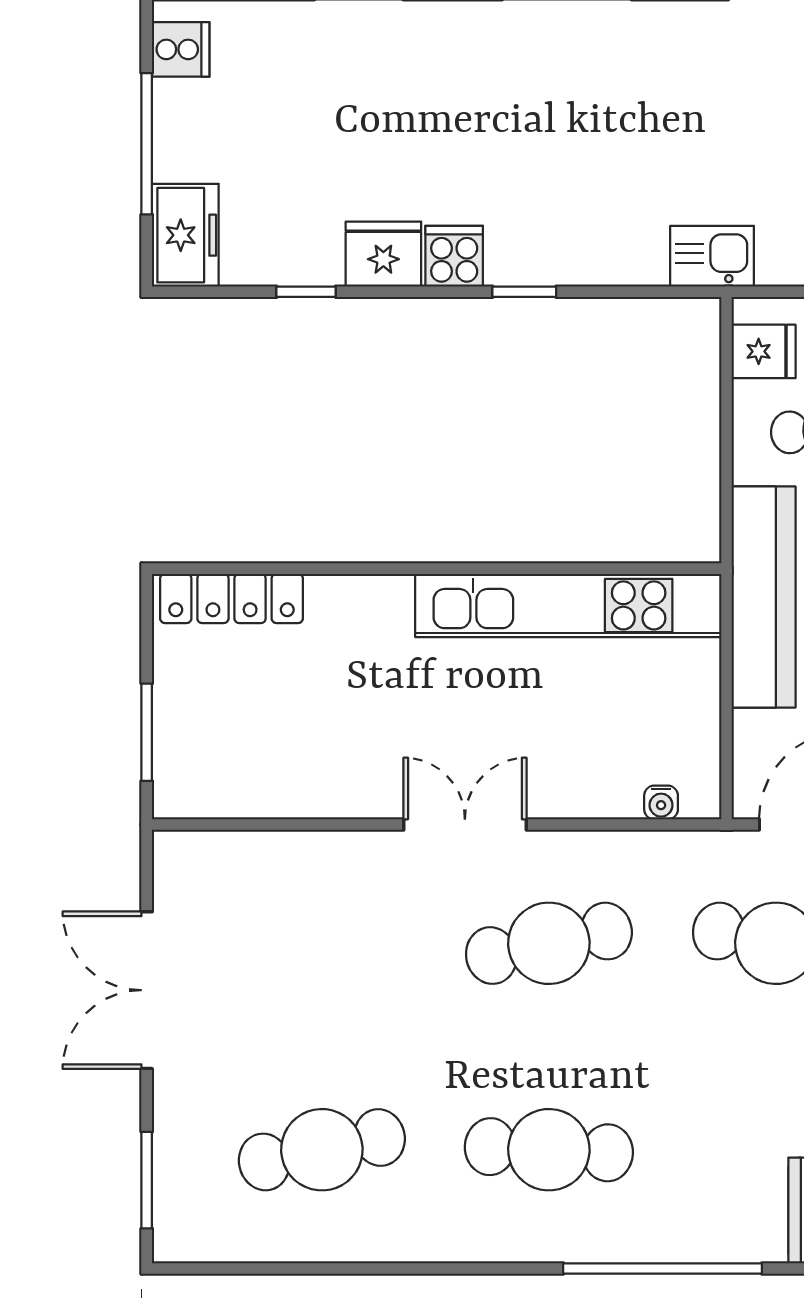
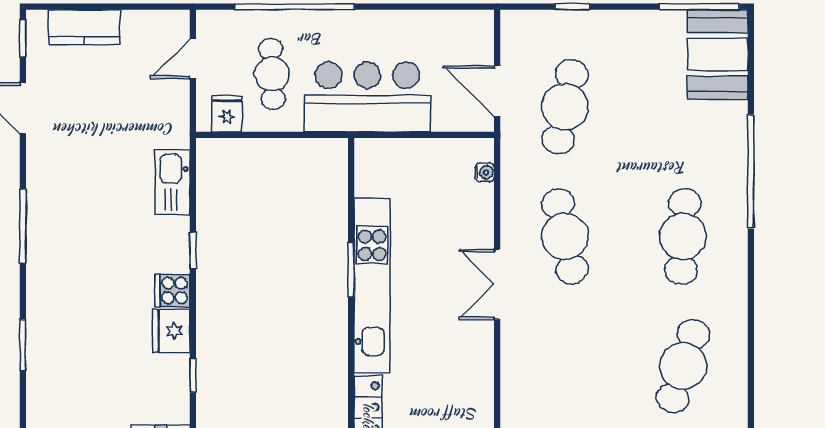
kitchen sink: (712, 256) -> (173, 182), moved, width x1.38
window: (491, 569) -> (351, 270), added
kitchen unit: (568, 605) -> (372, 285), moved
cafe table: (322, 1150) -> (683, 366), turned 30

